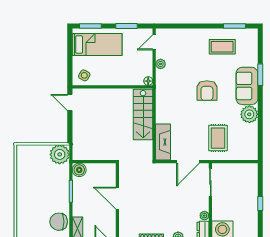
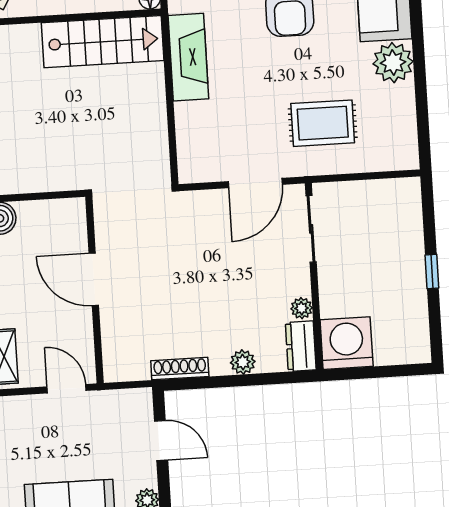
stairs: (143, 114) -> (103, 42), moved, turned -90
rug: (218, 138) -> (323, 123), turned 90
fireplace: (163, 142) -> (188, 57), moved

